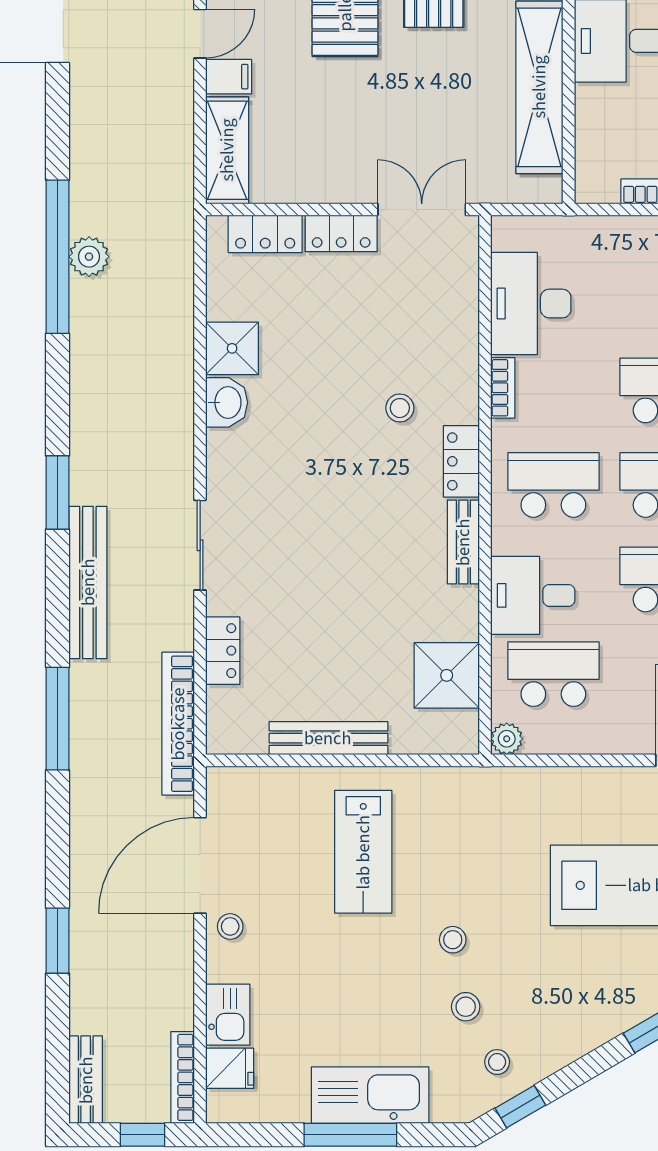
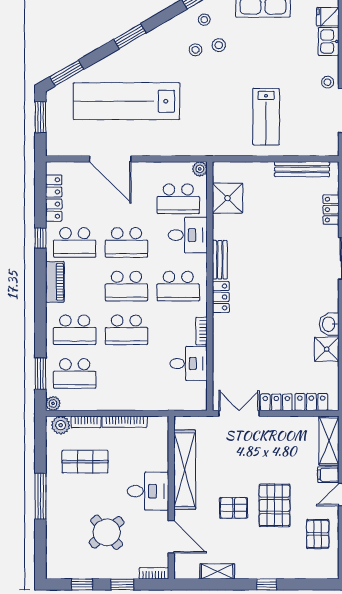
double door: (422, 209) -> (239, 413), swing flipped
desk: (531, 303) -> (189, 364), width x0.73
stool: (400, 408) -> (249, 322), removed
bench: (328, 738) -> (302, 169), moved
lab bench: (363, 852) -> (266, 117), turned 180
stool: (453, 940) -> (195, 50), moved

